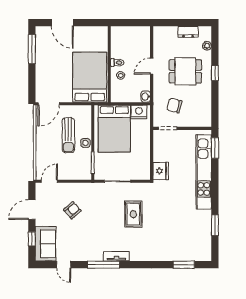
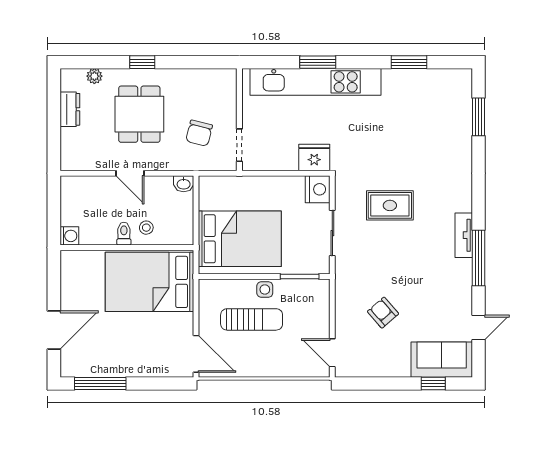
washing machine: (116, 31) -> (69, 236), added
nightstand: (139, 112) -> (318, 189), moved, turned 180
window: (215, 148) -> (318, 62), moved
door: (32, 210) -> (382, 383), removed

